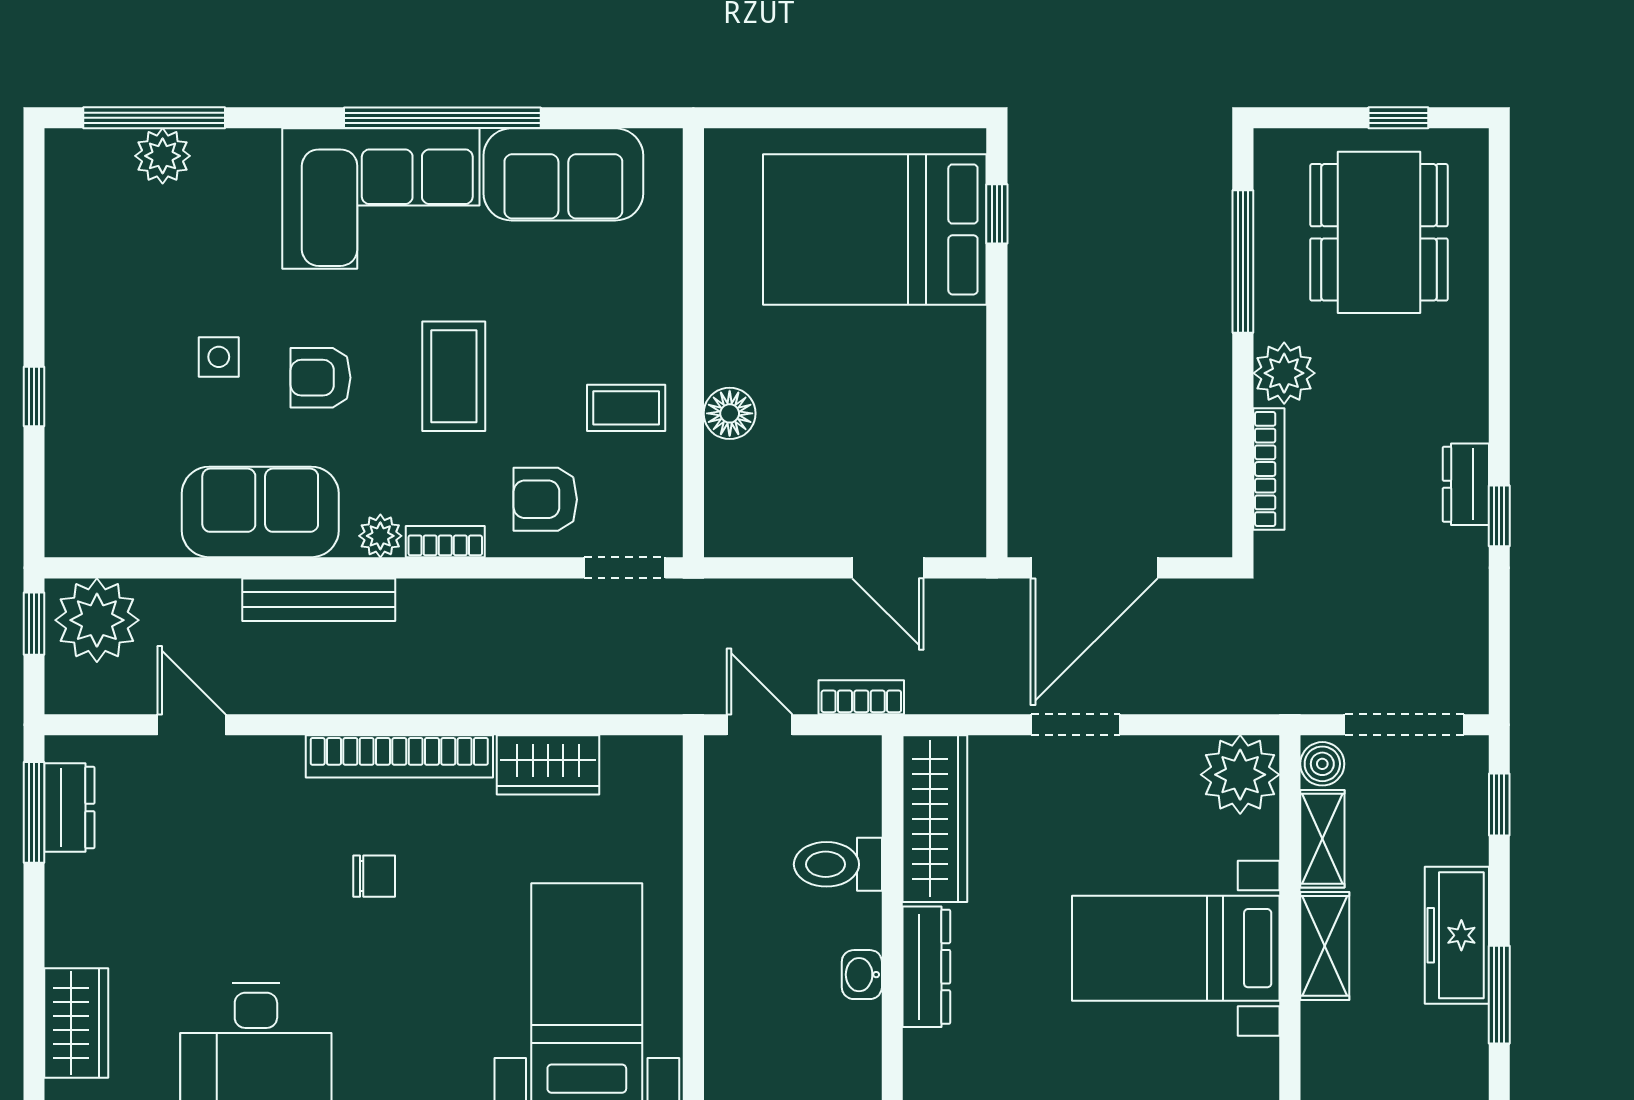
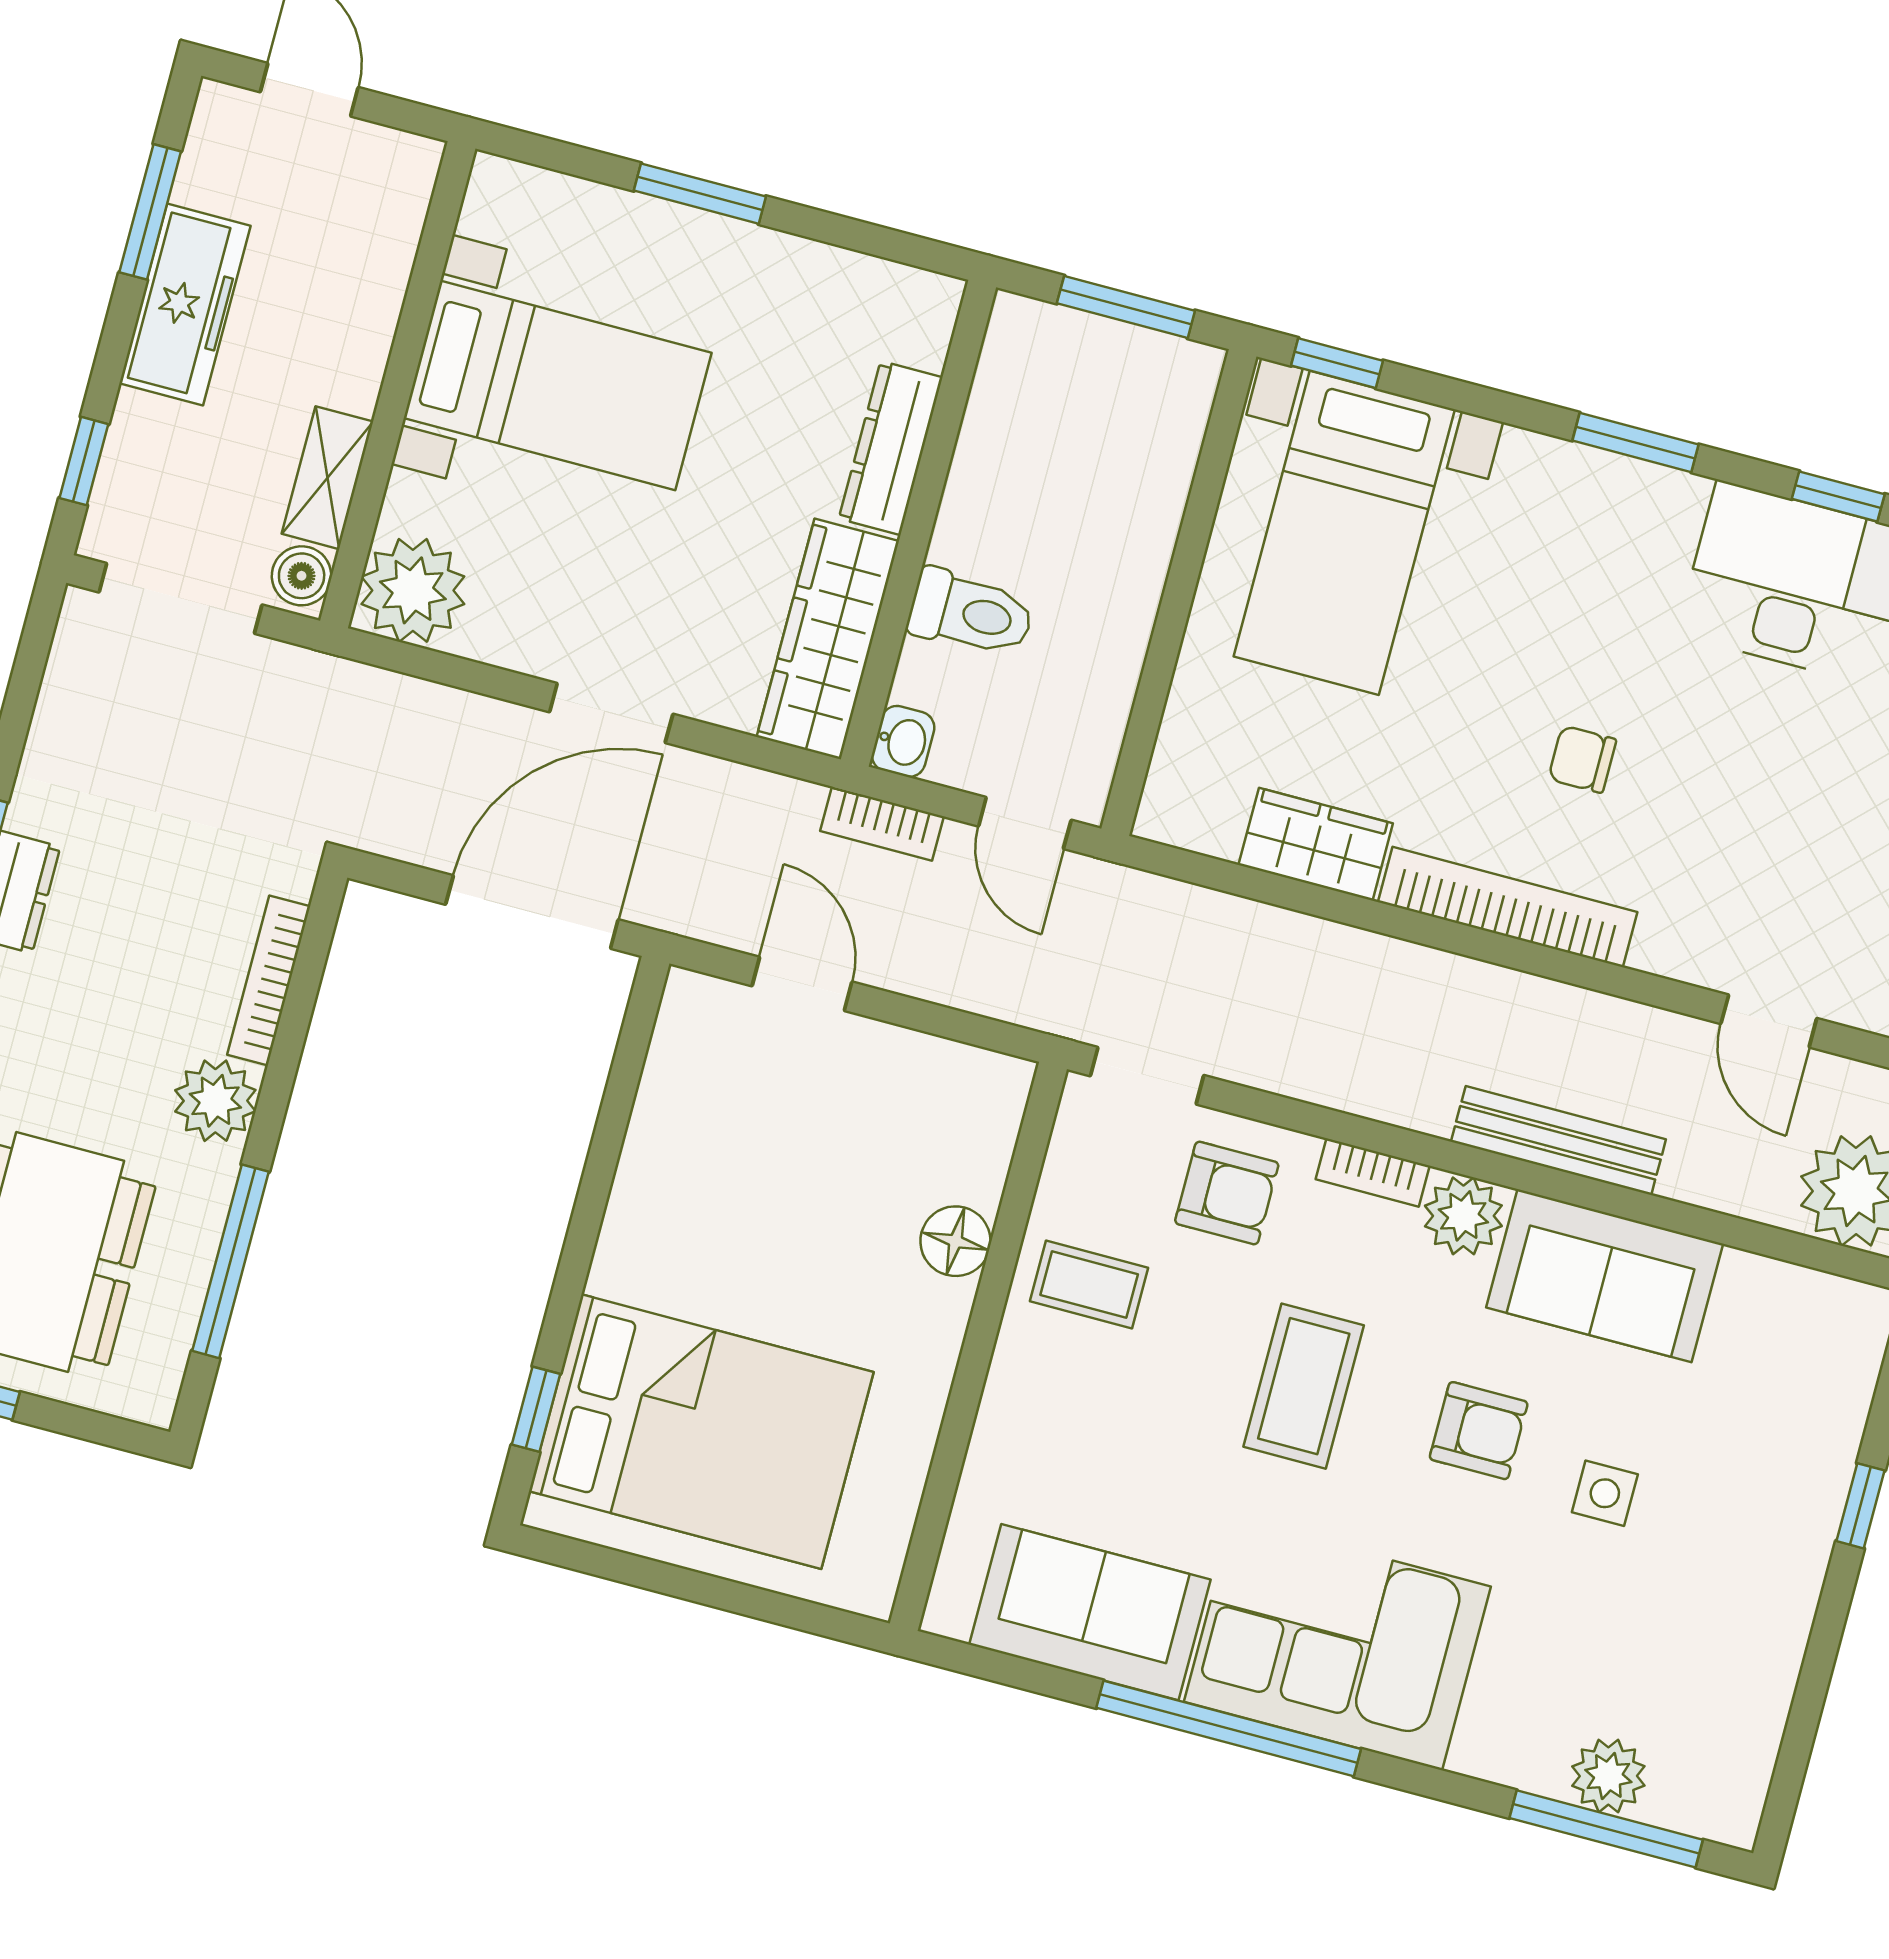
plant: (380, 536) -> (1463, 1216), width x1.38, depth x1.38
shelving: (1325, 946) -> (362, 337), removed
washbasin: (862, 975) -> (903, 741), moved

